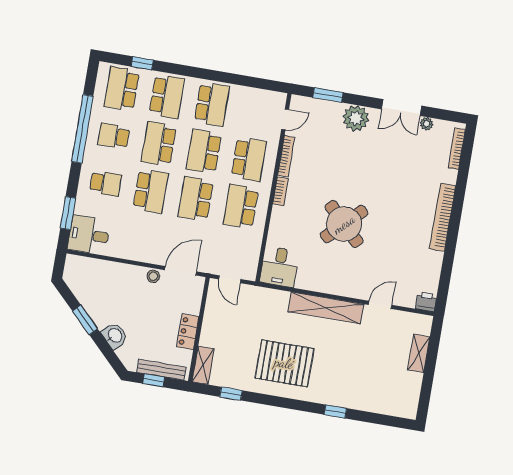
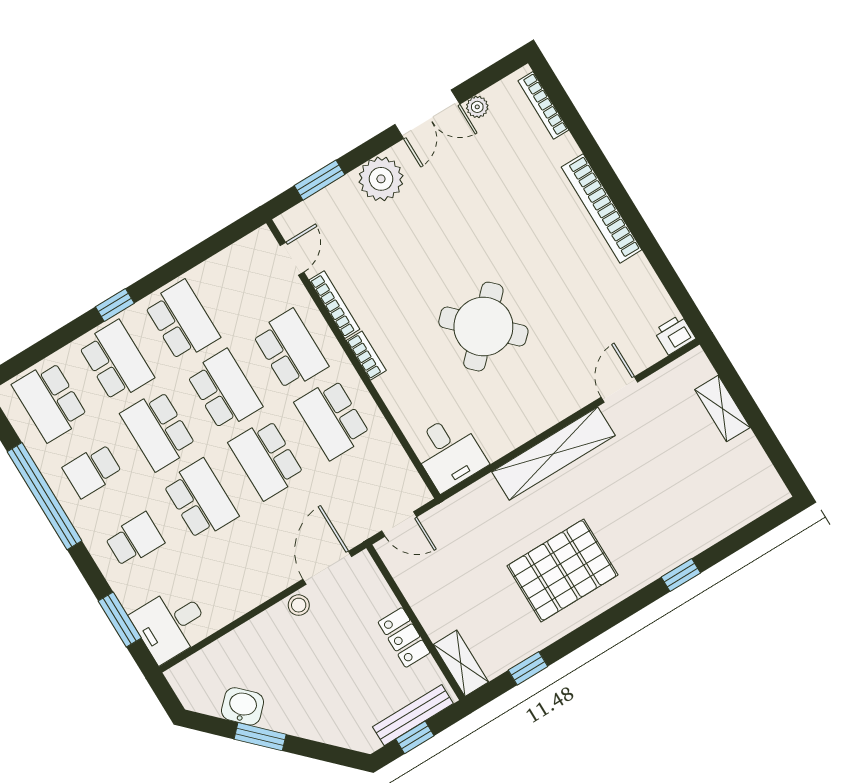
window: (142, 63) -> (115, 305), moved
school desk: (204, 151) -> (224, 390), turned 180
washbasin: (115, 336) -> (243, 706), moved

